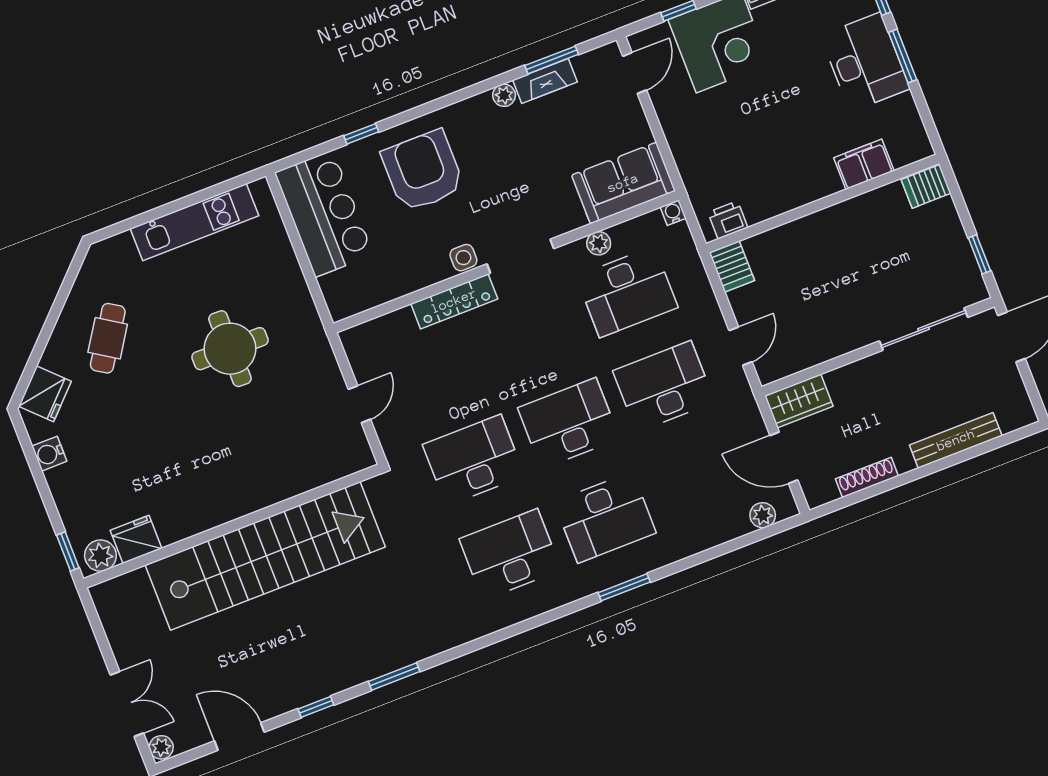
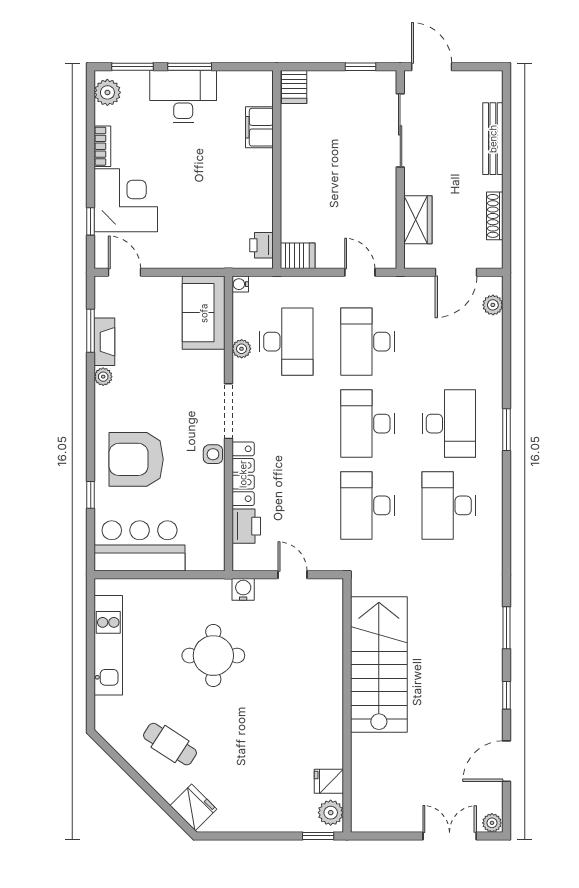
printer: (395, 329) -> (246, 526), added
wardrobe: (799, 401) -> (418, 220), moved
water cooler: (49, 454) -> (243, 589), moved, turned 180
fridge: (136, 539) -> (329, 781), width x0.72
stairs: (265, 556) -> (379, 665), width x0.73

